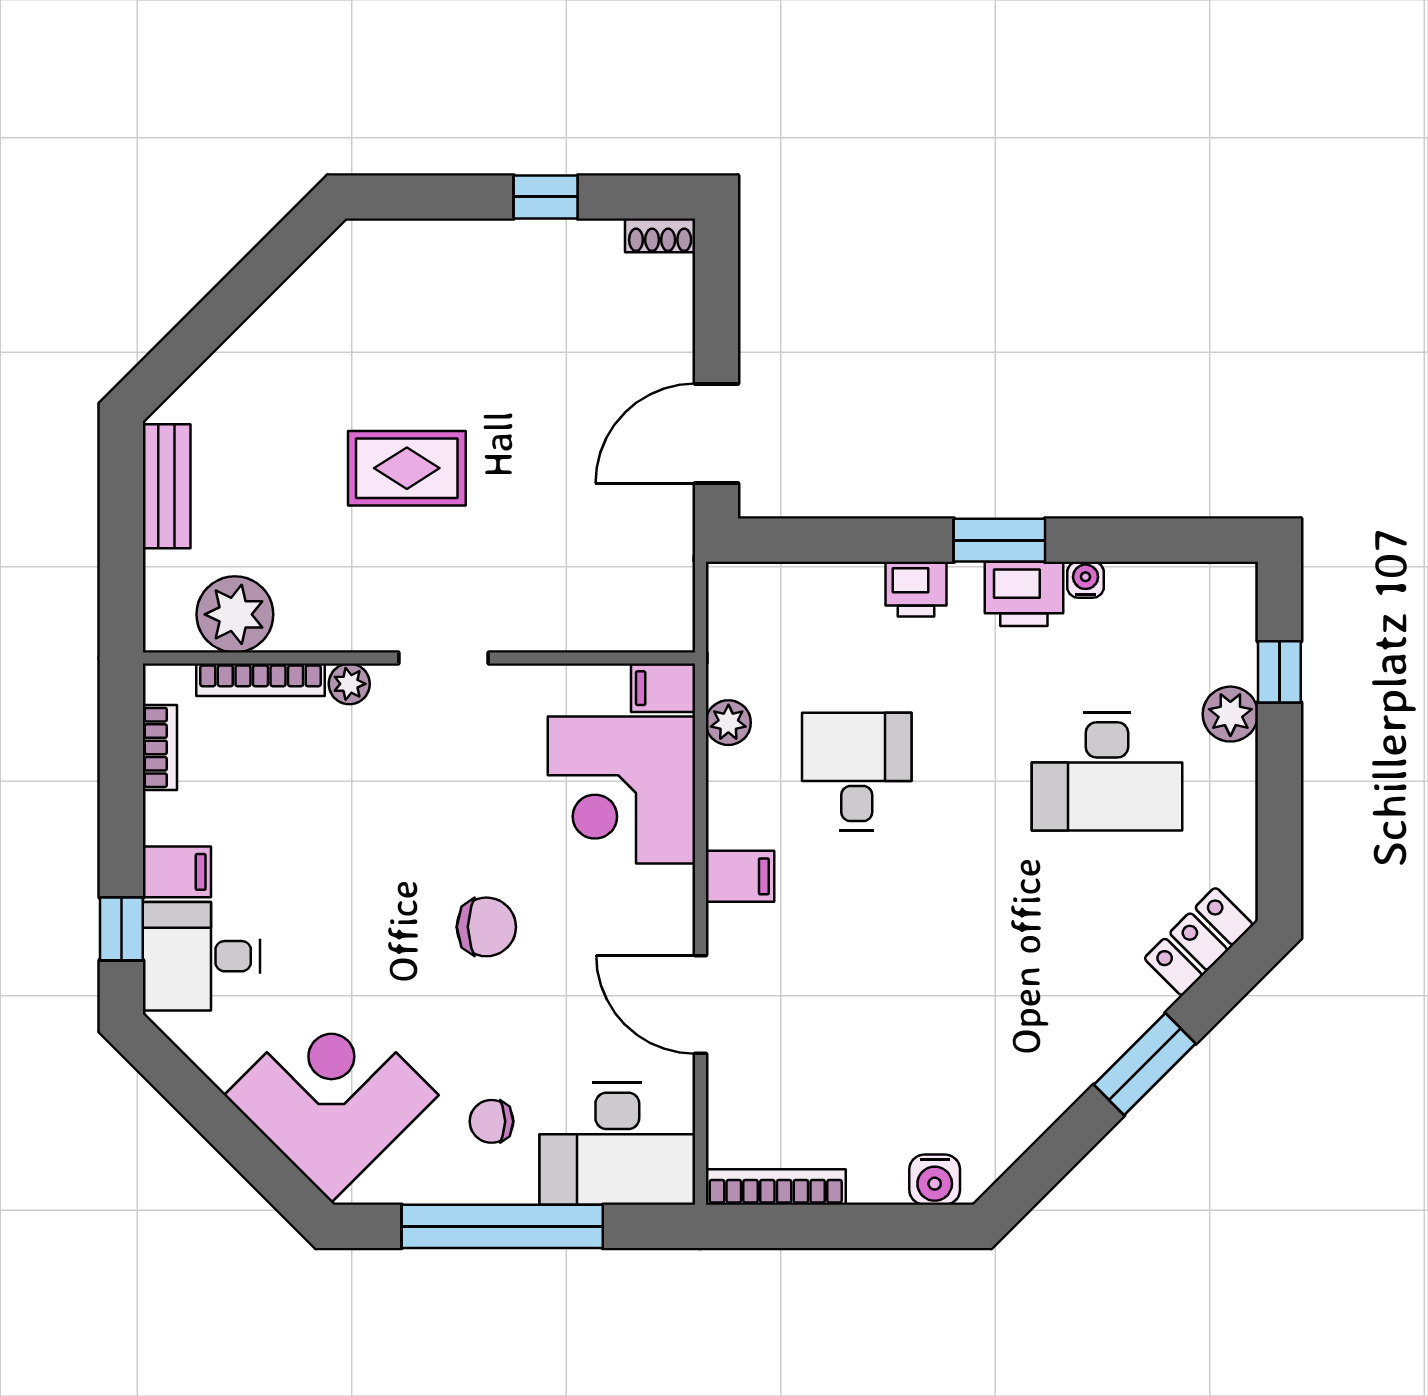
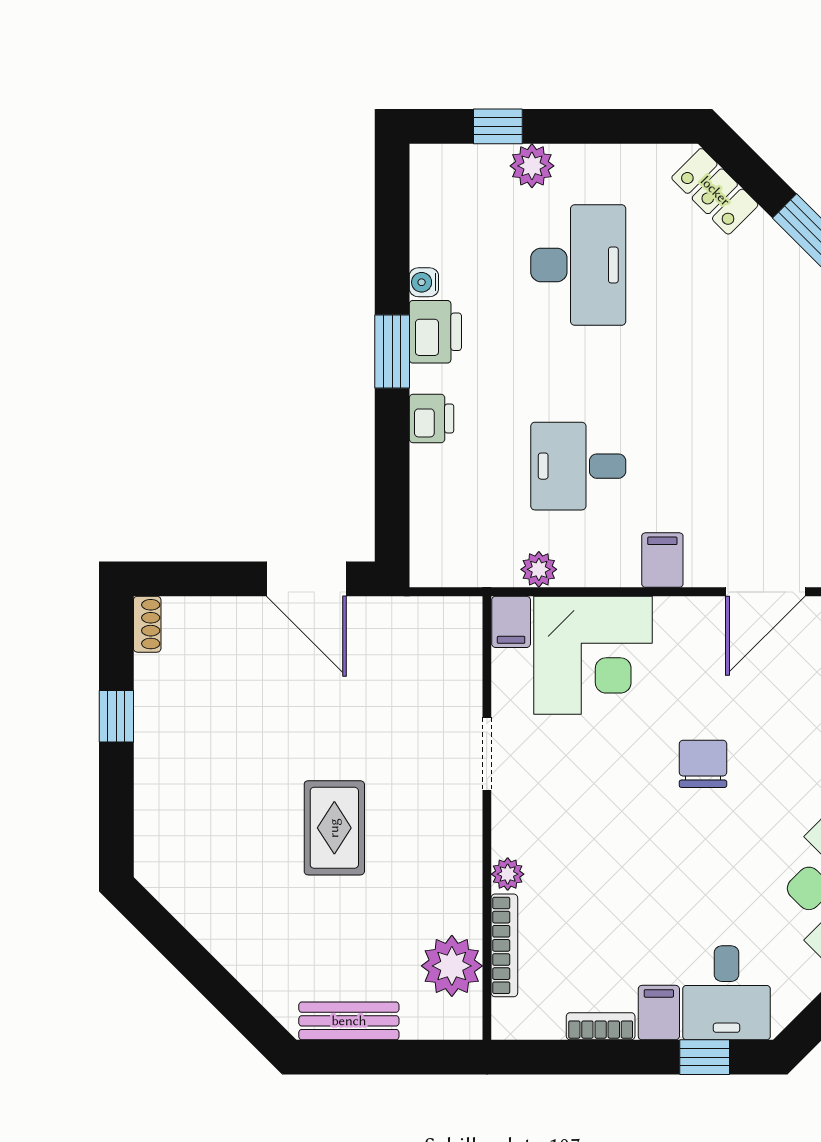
doorway: (444, 658) -> (487, 754), moved
bookcase: (160, 747) -> (601, 1026), moved

